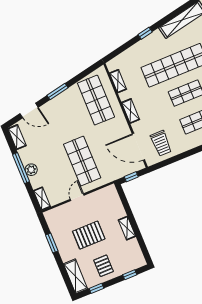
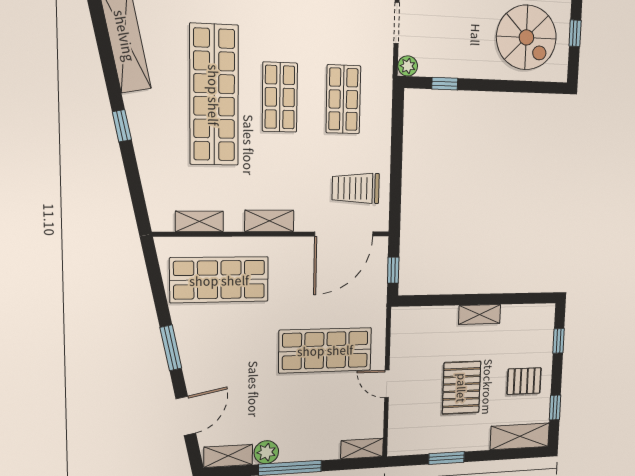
trolley: (161, 143) -> (356, 188), turned 180
plant: (31, 170) -> (266, 452), moved

